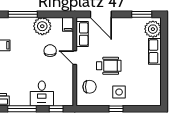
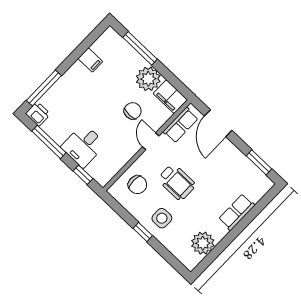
filing cabinet: (68, 24) -> (170, 97), width x2.00
plant: (153, 29) -> (203, 243), moved

